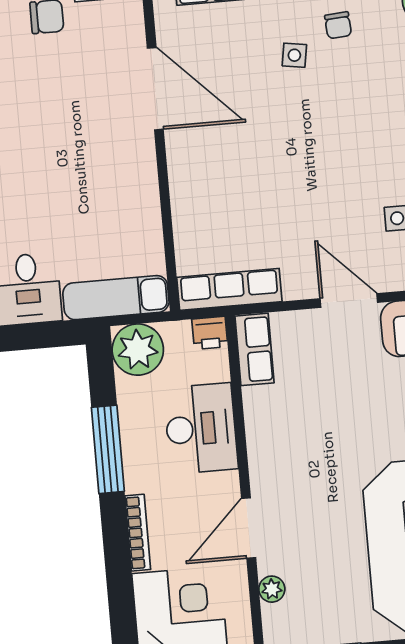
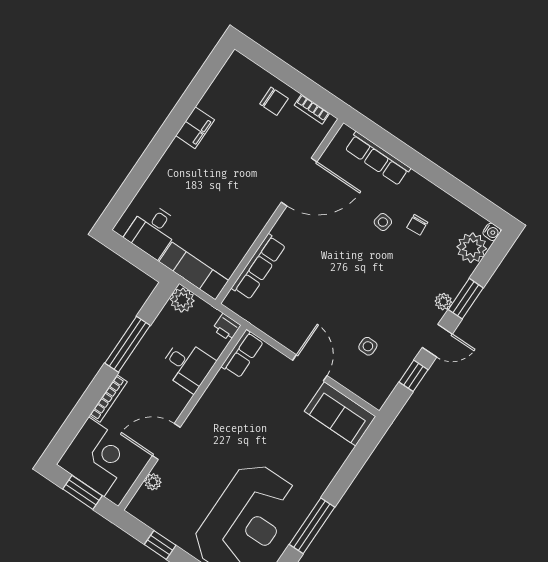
door: (155, 89) -> (299, 182), hinge flipped
row of seats: (229, 289) -> (259, 267), moved, turned 90
plant: (138, 350) -> (182, 300), width x0.73, depth x0.73
desk: (201, 428) -> (187, 365), width x0.73

